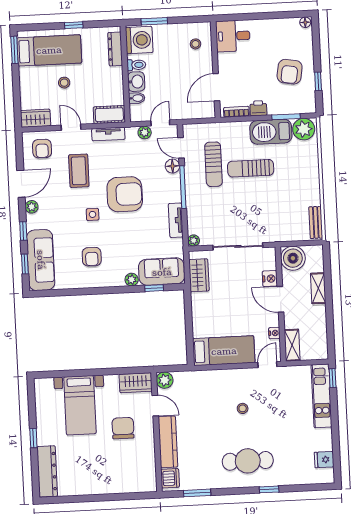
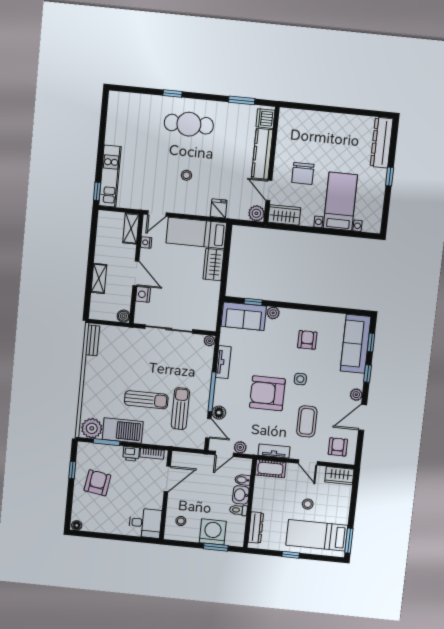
washing machine: (139, 40) -> (213, 532), moved, turned 90
boiler: (293, 258) -> (123, 316), width x0.54, depth x0.54
wardrobe: (199, 275) -> (213, 265), moved
fridge: (324, 460) -> (219, 208), moved, turned -90

